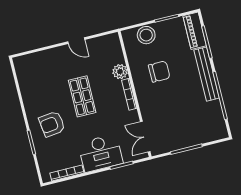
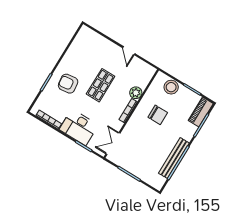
bench: (207, 74) -> (174, 158), moved

